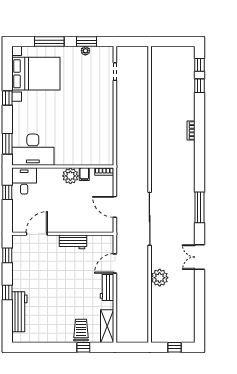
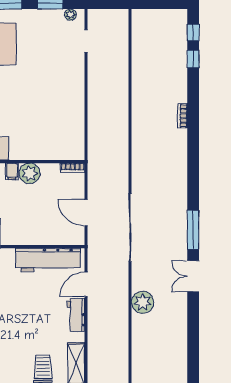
plant: (85, 51) -> (71, 15), moved
filing cabinet: (84, 174) -> (12, 171), moved
window: (199, 207) -> (193, 230), moved
workbench: (73, 242) -> (48, 260), width x1.88, depth x1.32

